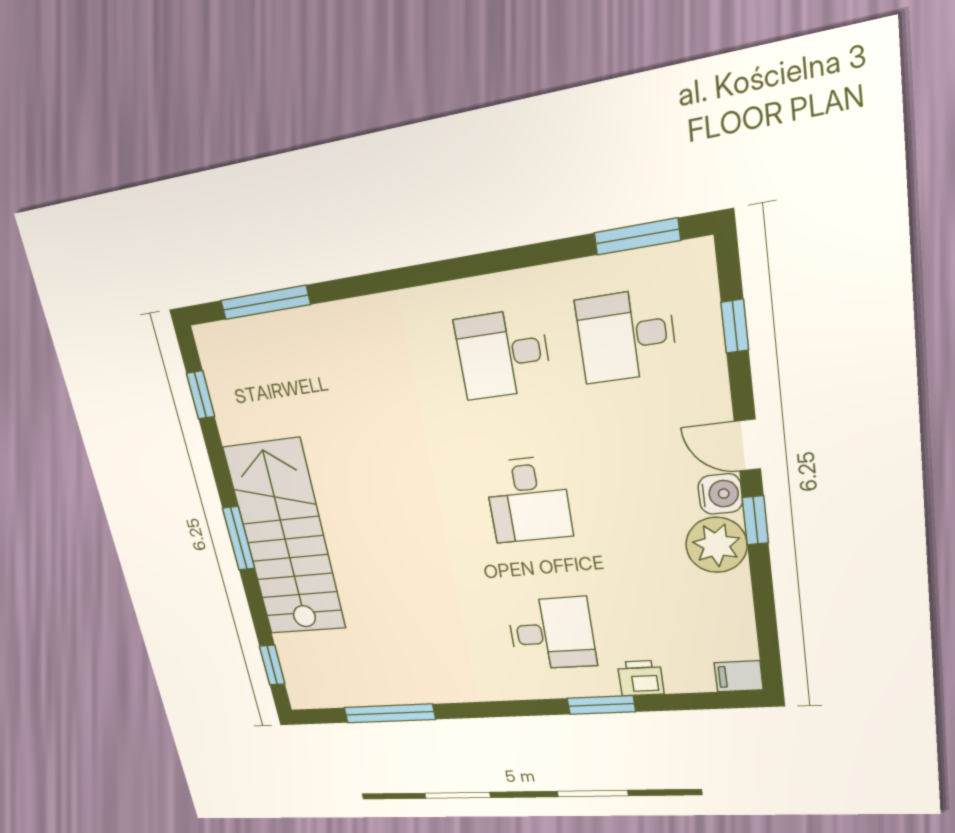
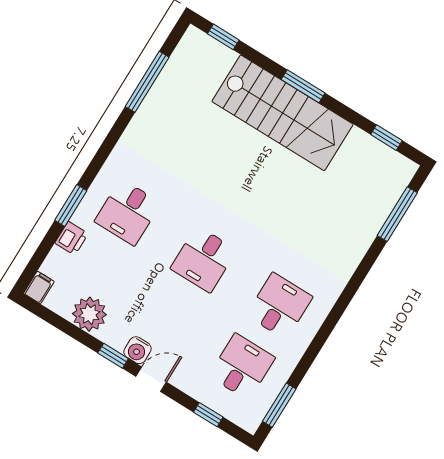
desk: (528, 500) -> (204, 259), turned -90
plant: (716, 545) -> (89, 314), moved

